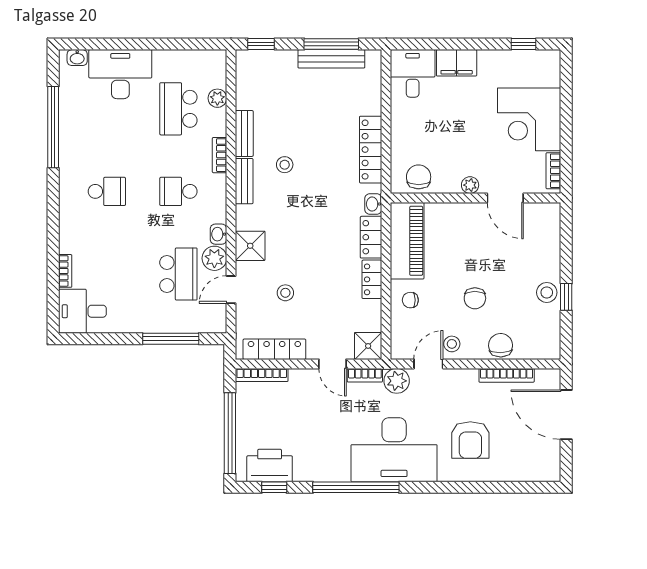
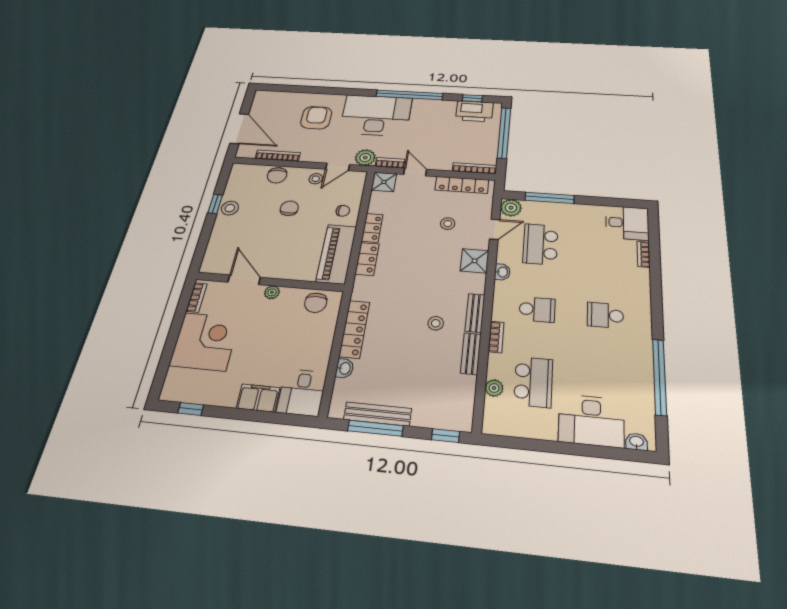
washbasin: (373, 204) -> (345, 368), moved
plant: (214, 258) -> (511, 208), moved

